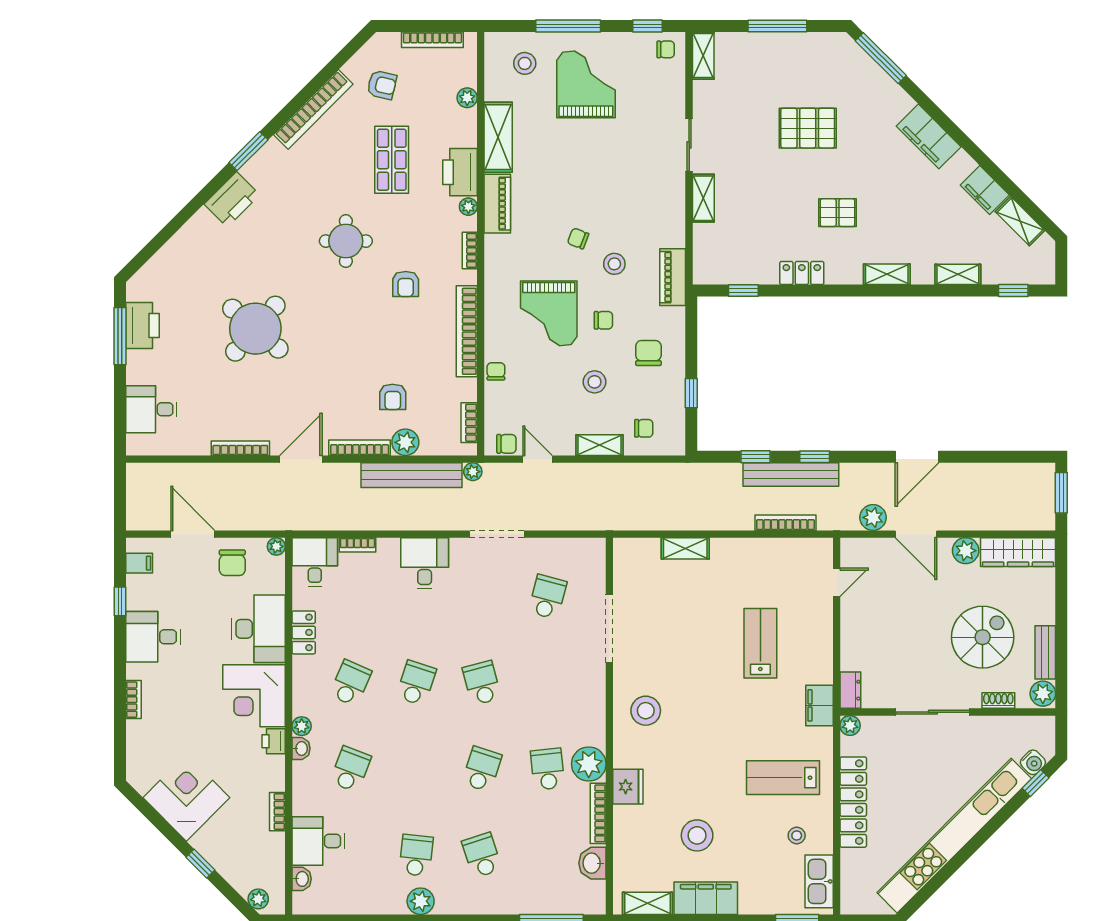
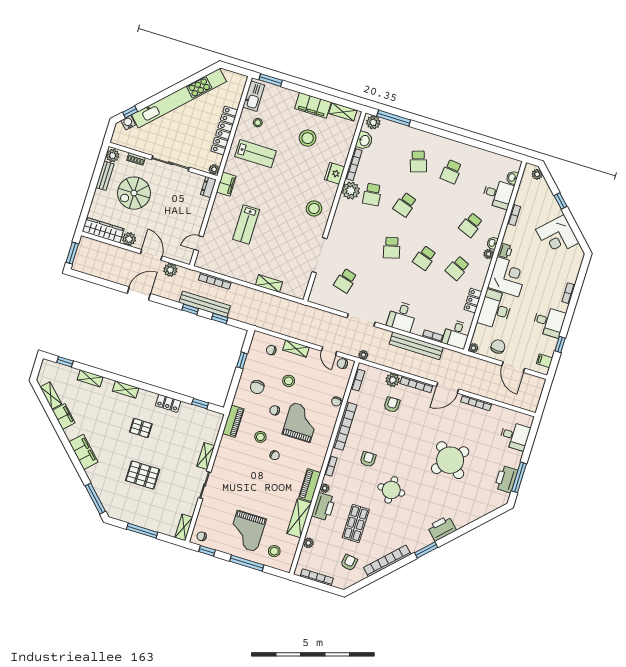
armchair: (382, 85) -> (349, 562), turned 86
bench: (412, 475) -> (416, 346), moved
plant: (421, 901) -> (373, 122), moved

